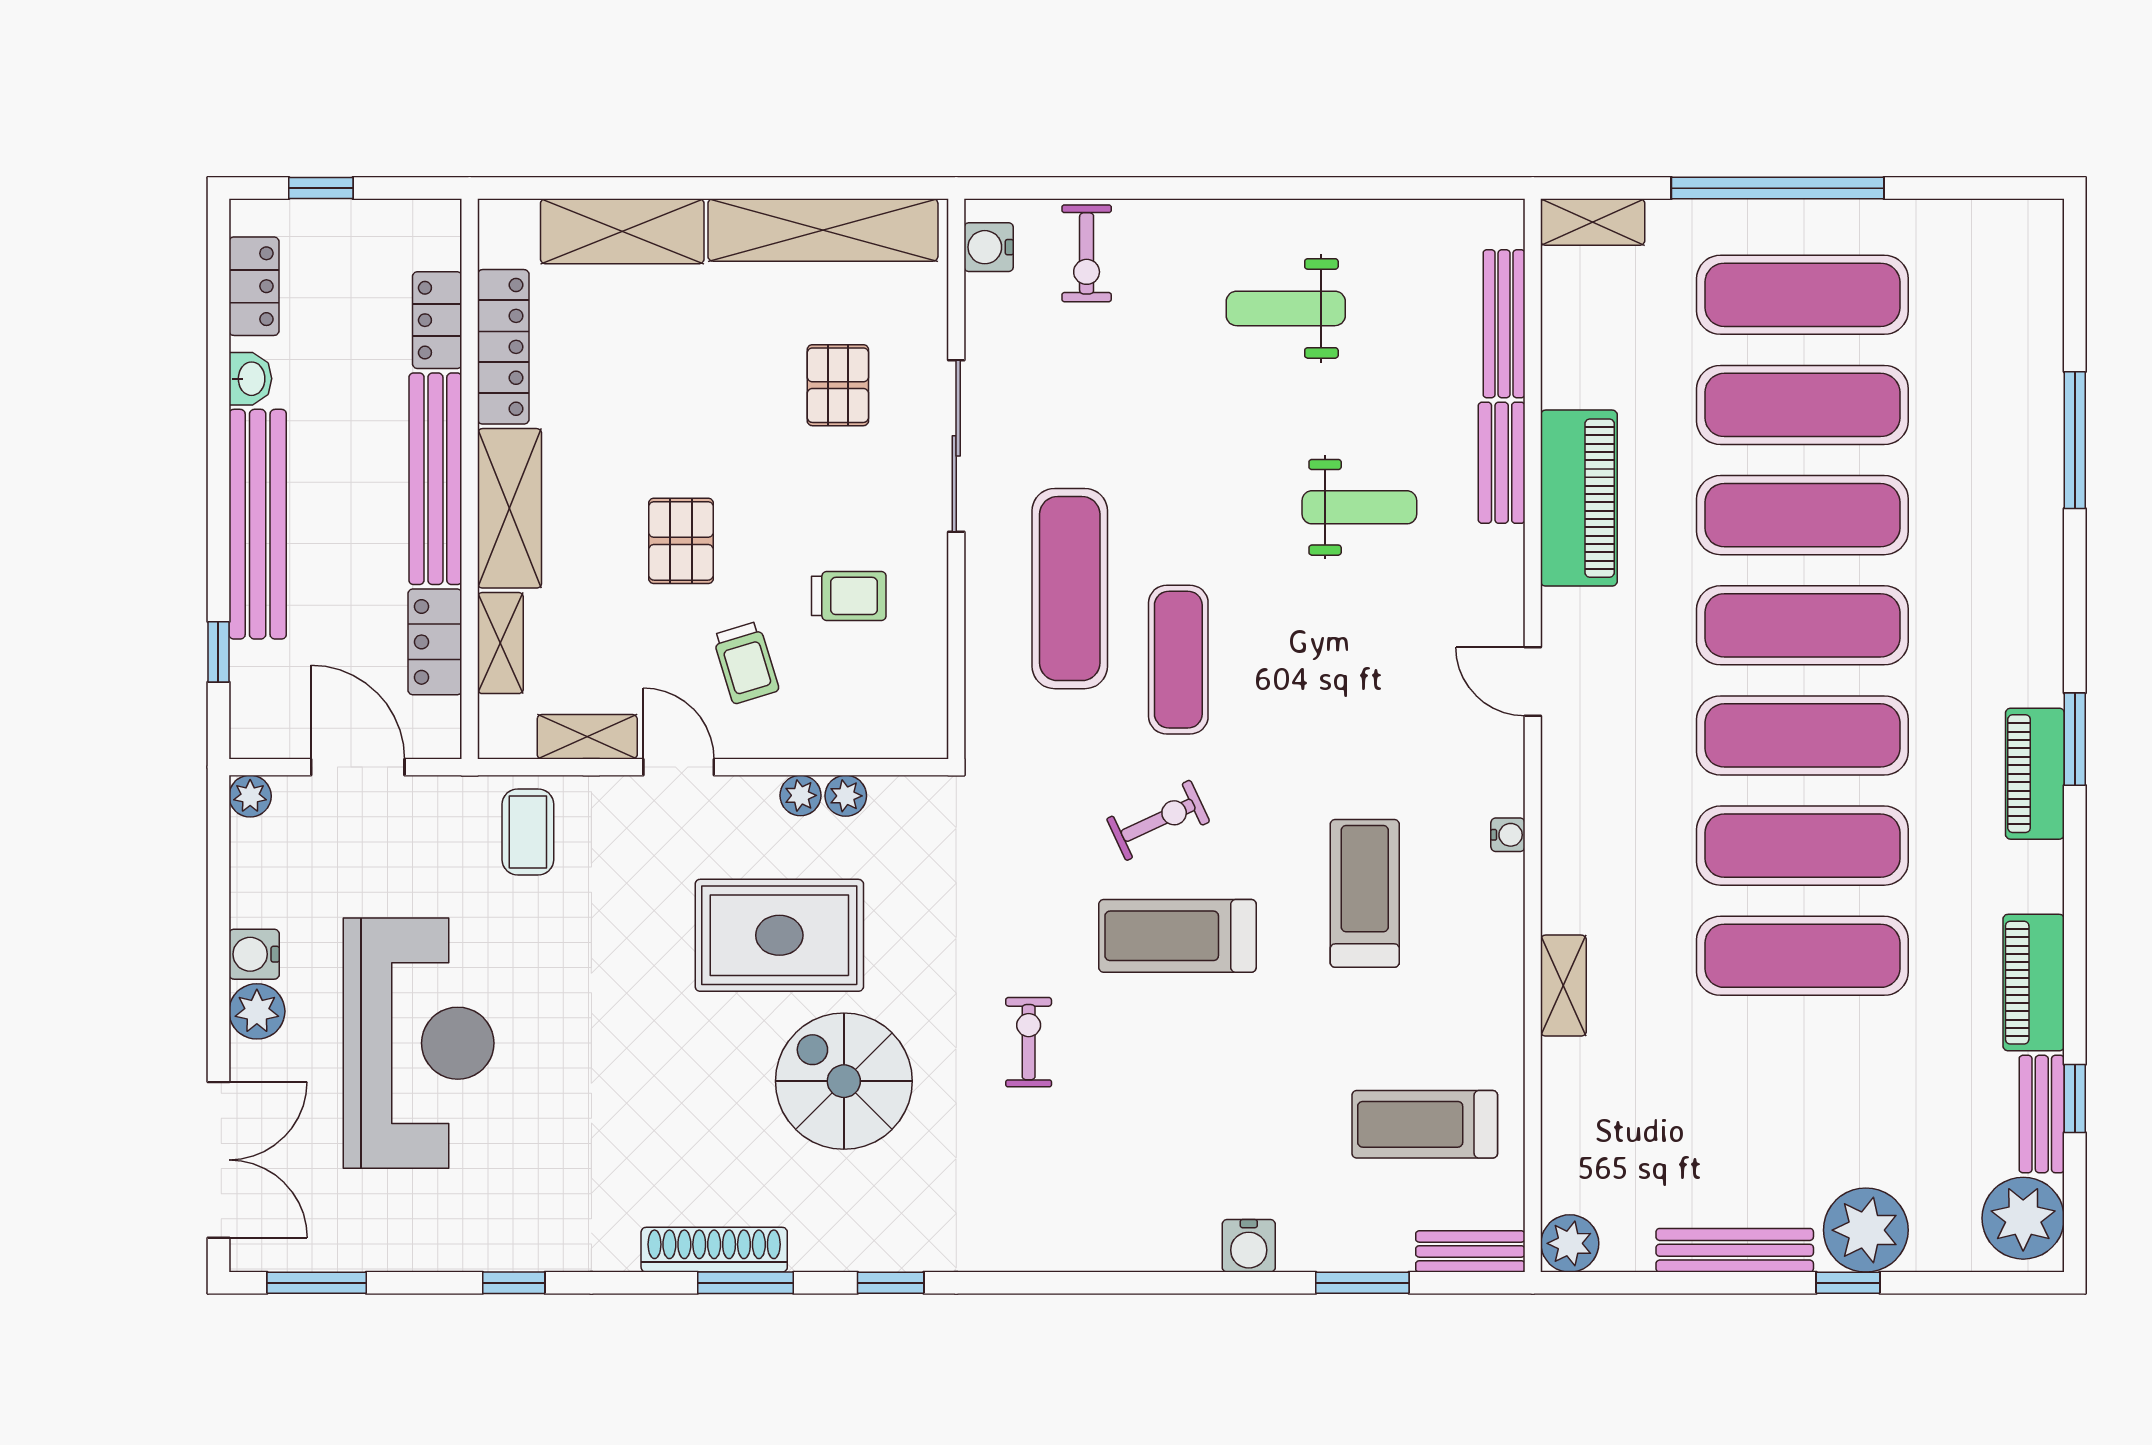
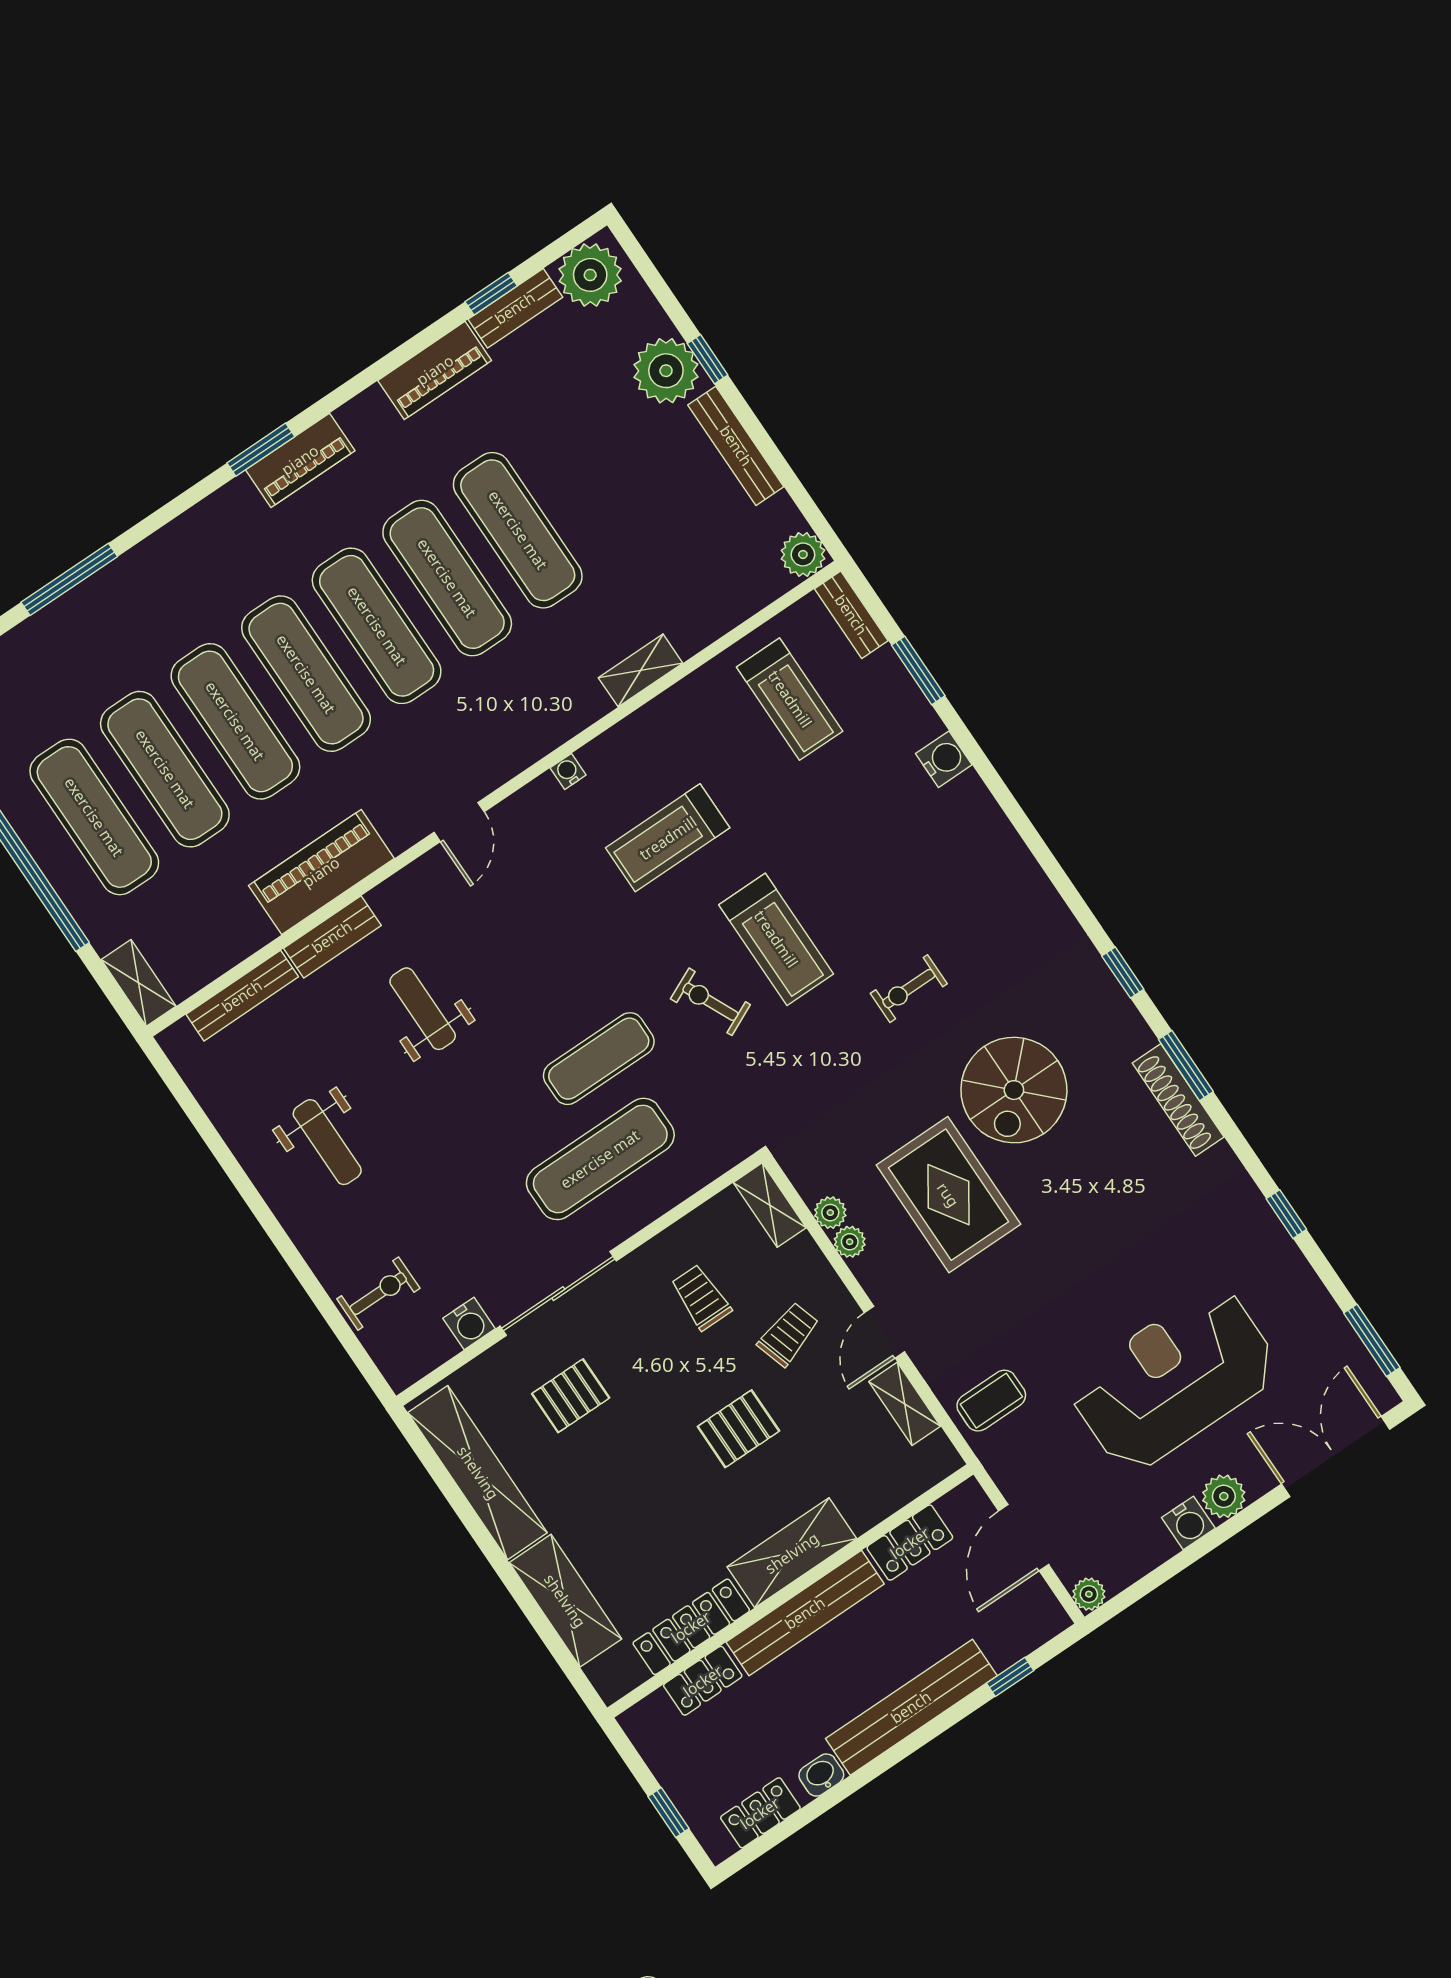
water cooler: (989, 247) -> (469, 1324), moved
shelving: (500, 643) -> (770, 1205), moved, turned 90

